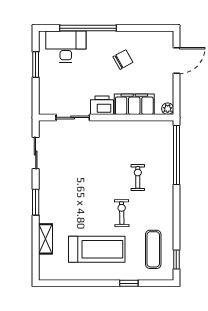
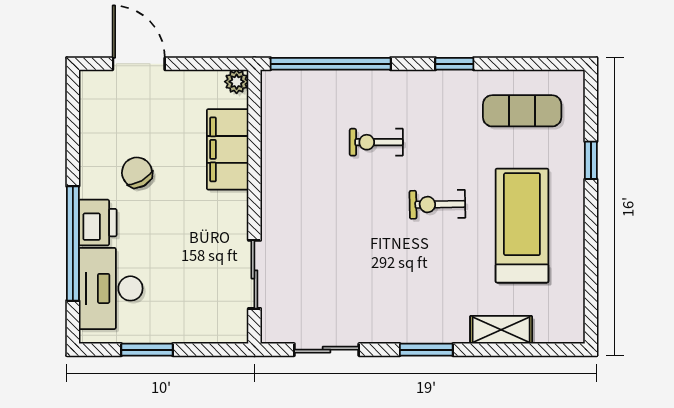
printer: (102, 105) -> (98, 223), moved, turned 180
exercise bike: (122, 213) -> (437, 204), moved
window: (176, 260) -> (454, 64), moved

